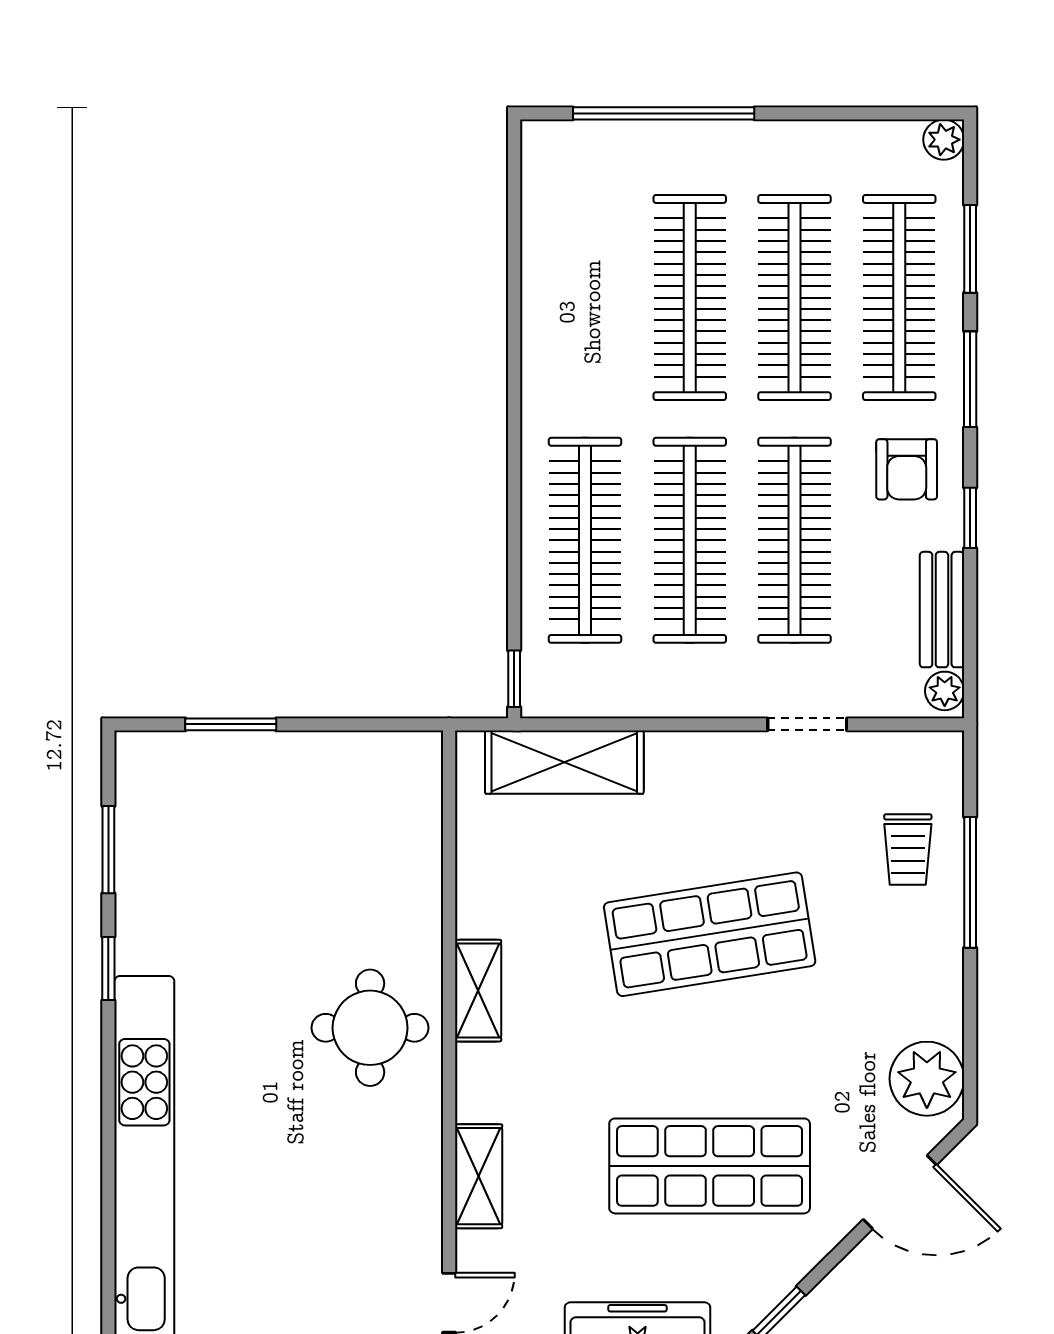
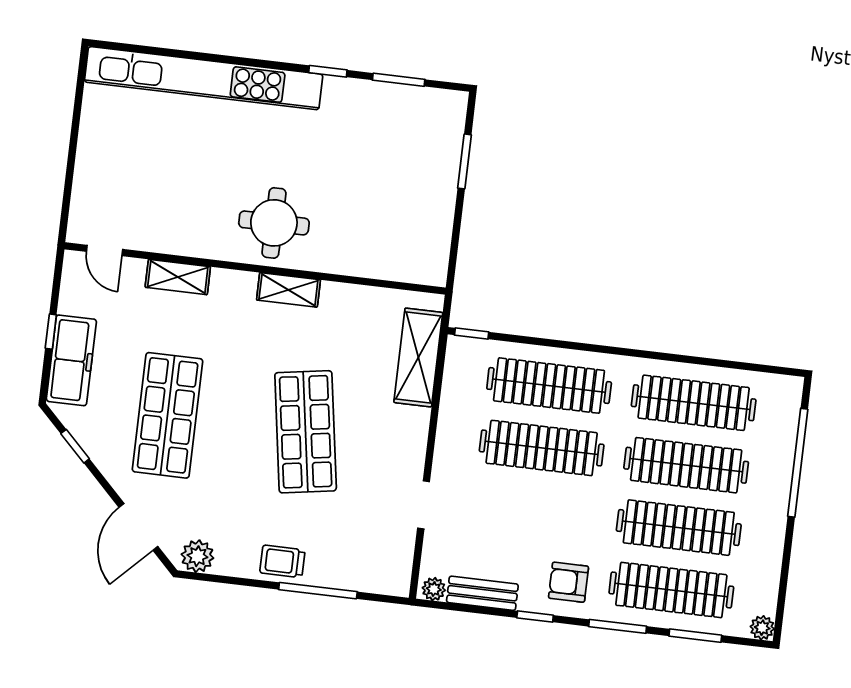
clothes rail: (795, 540) -> (694, 403), moved
trolley: (908, 849) -> (282, 561), moved
plant: (927, 1079) -> (197, 556), width x0.73, depth x0.73

